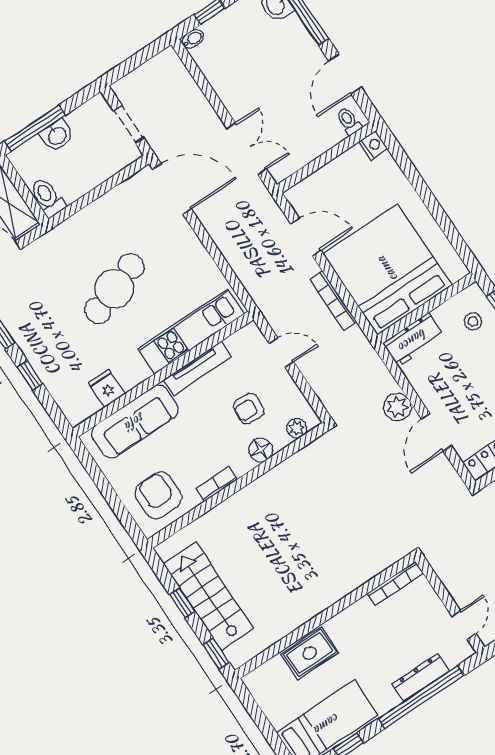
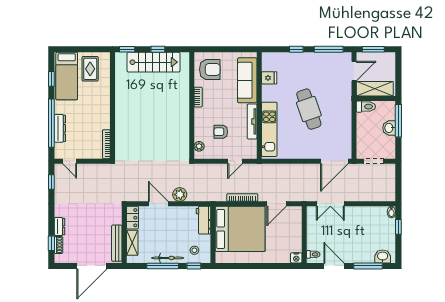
armchair: (249, 409) -> (221, 132), turned -93
floor lamp: (261, 450) -> (200, 125), removed
rug: (310, 653) -> (90, 69), moved

